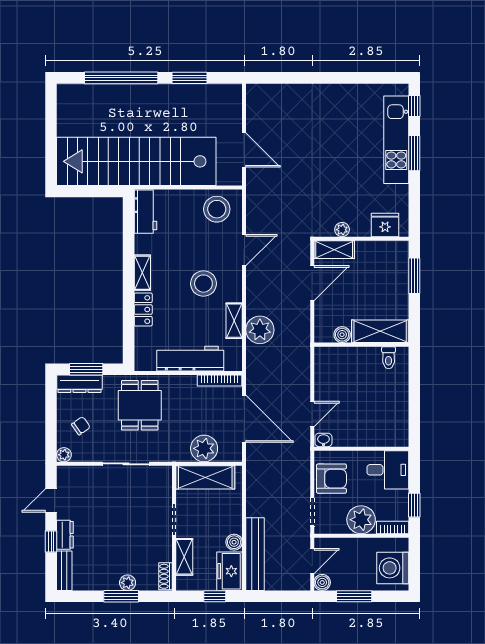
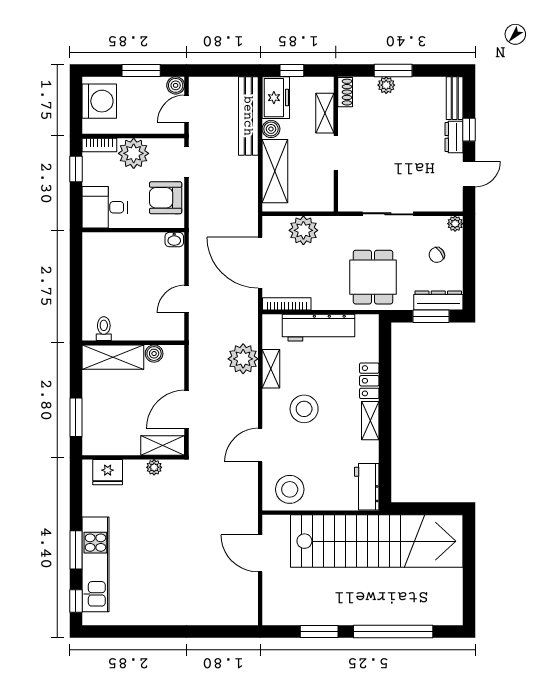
door: (312, 414) -> (186, 299), moved
shelving: (205, 477) -> (275, 171), moved, turned 90

